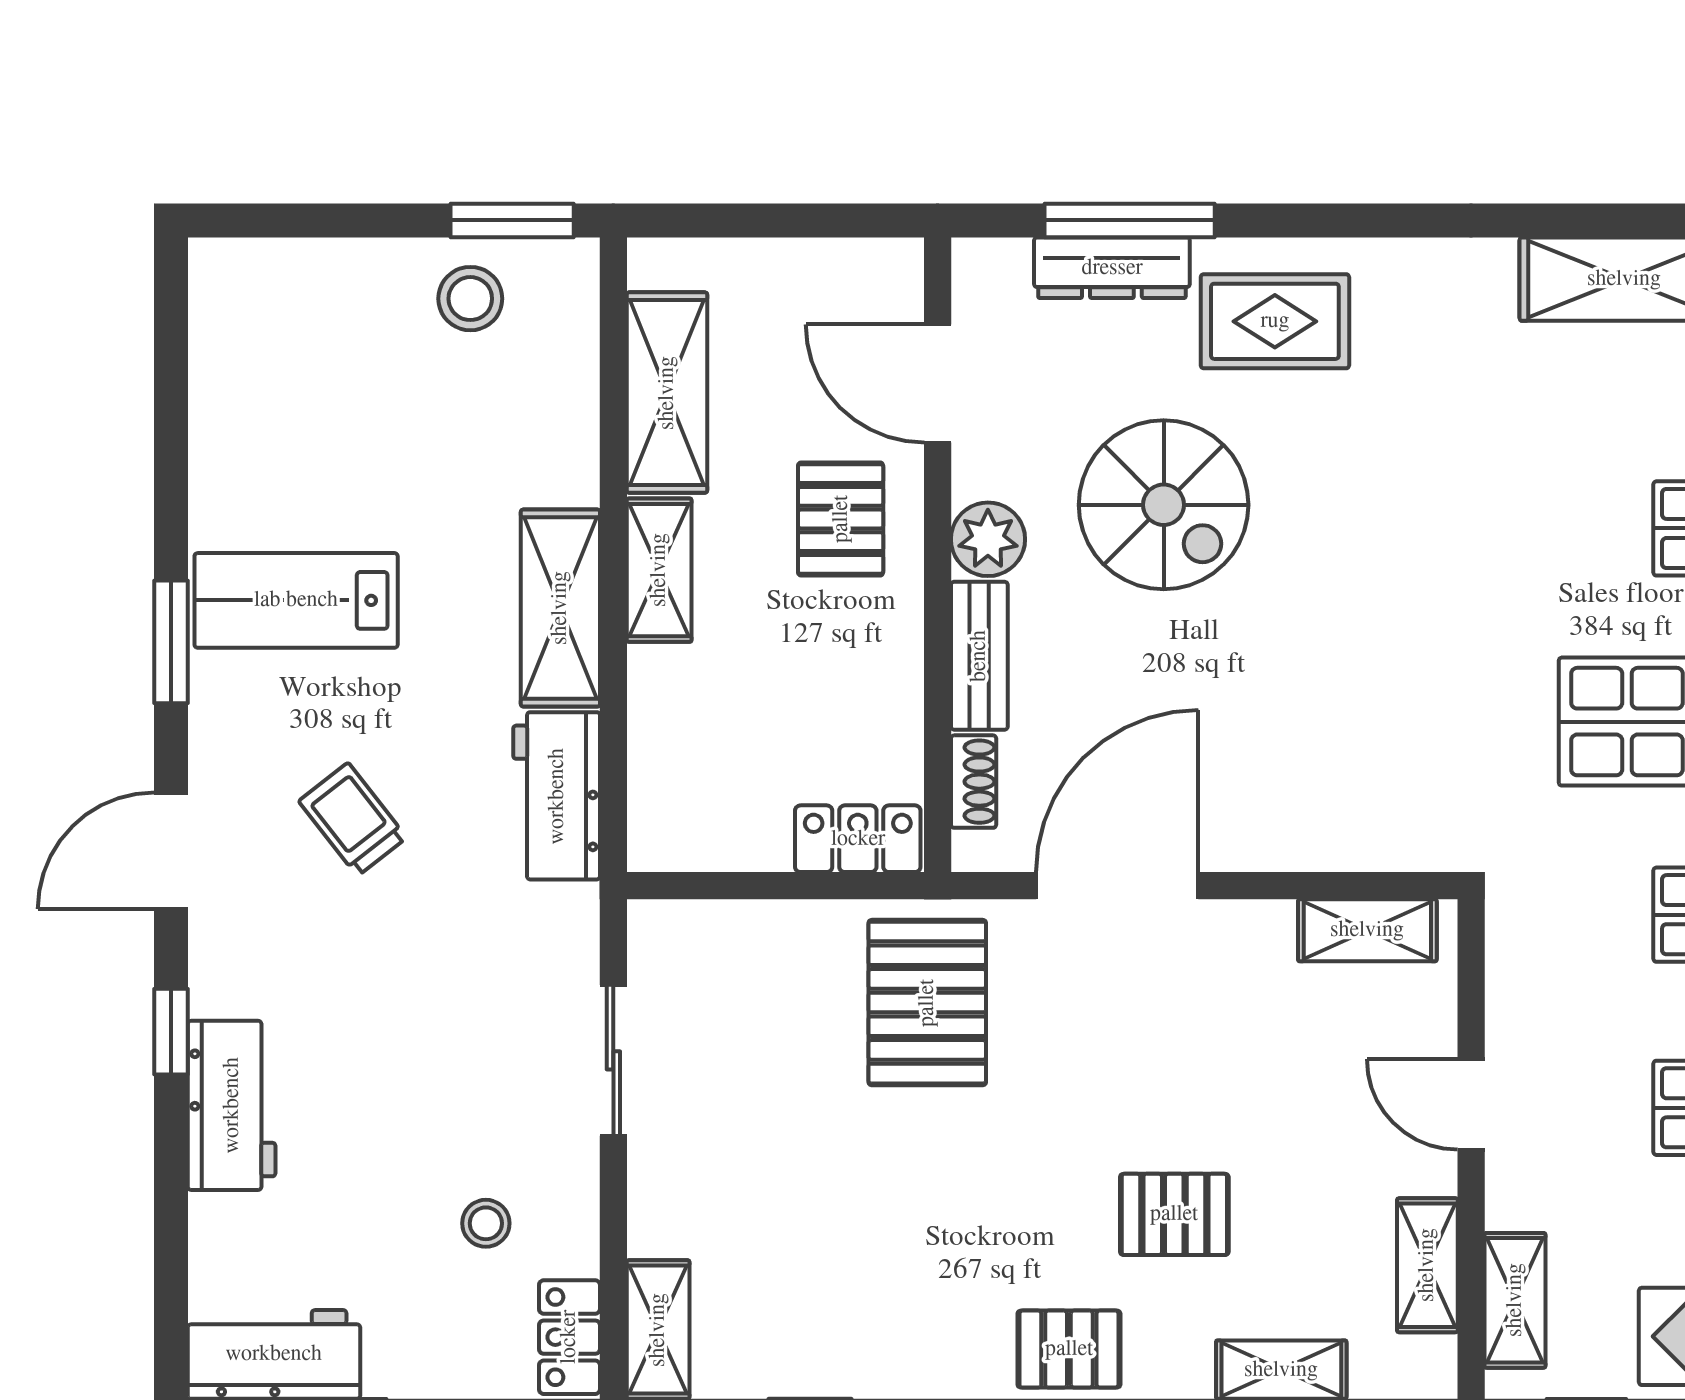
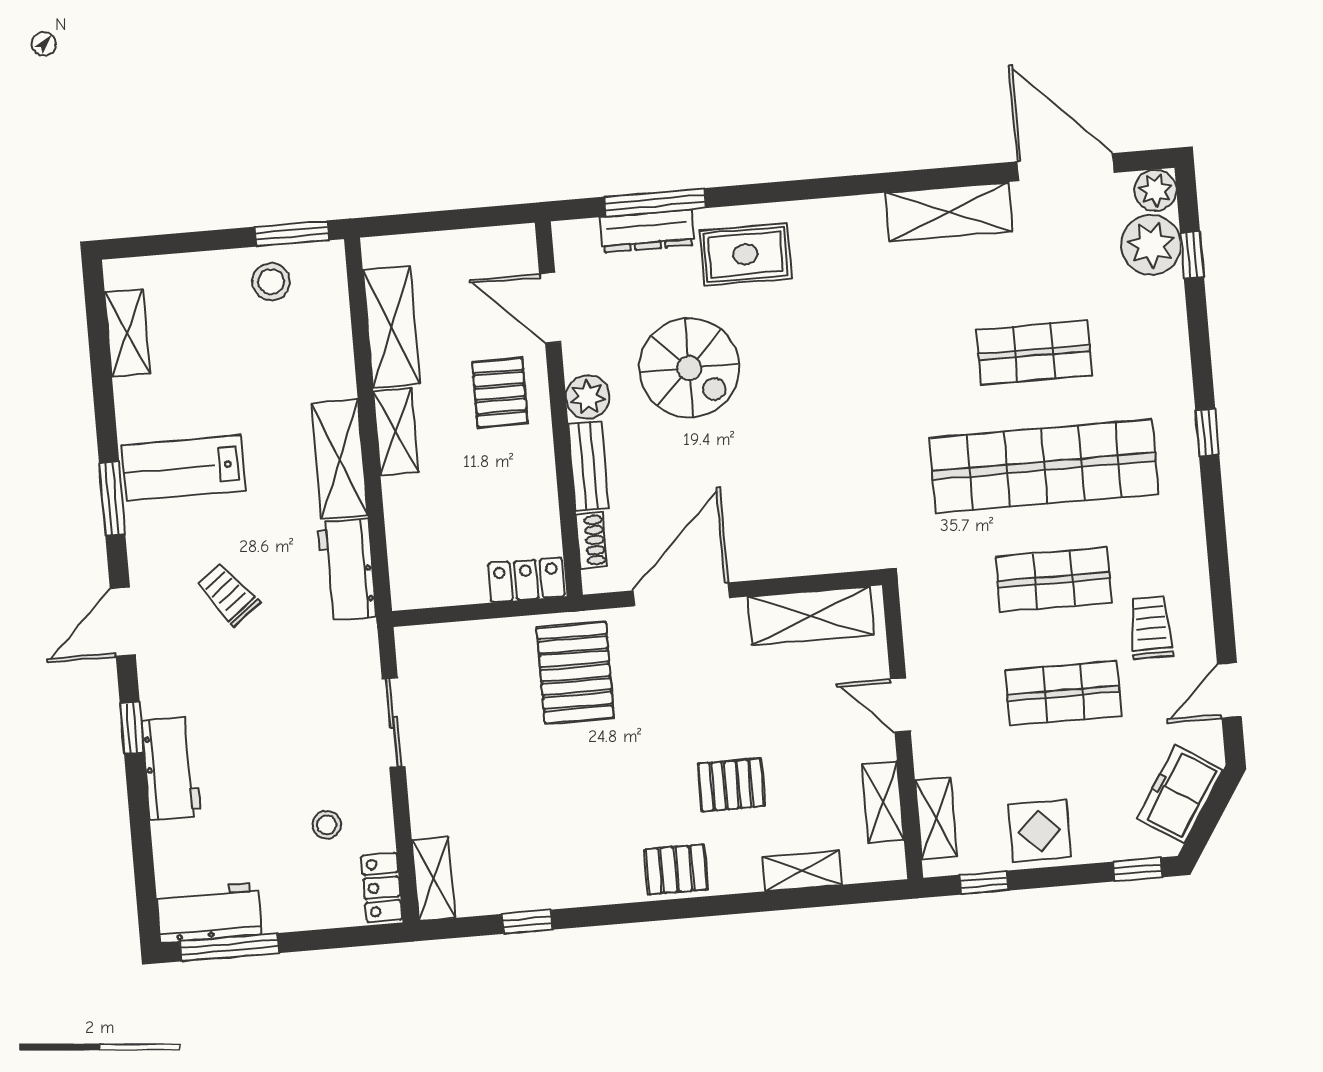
shelving: (220, 364) -> (127, 333), added
shelving: (1367, 930) -> (811, 616), width x1.50, depth x1.33

